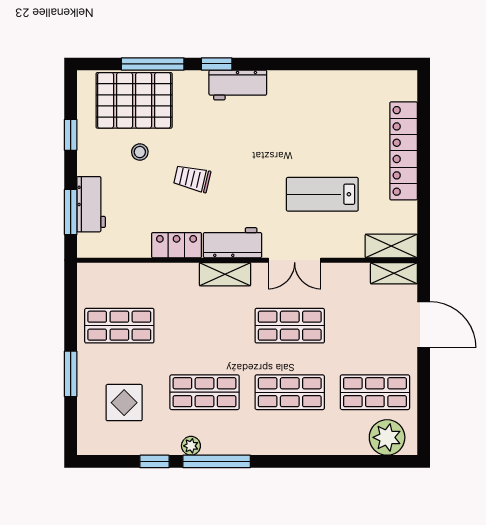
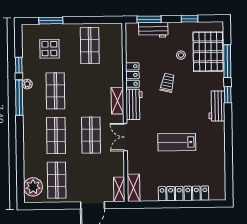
lab bench: (322, 194) -> (177, 142), moved, turned -90
window: (71, 374) -> (51, 21), moved

